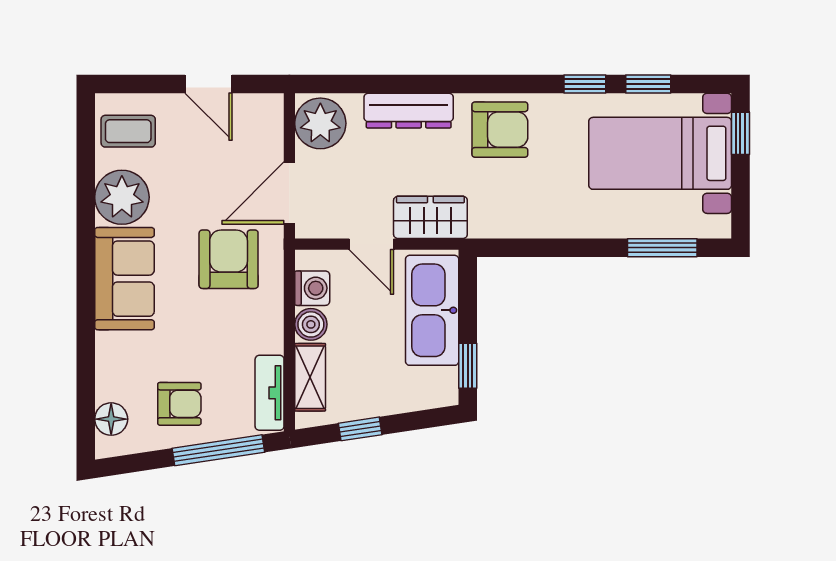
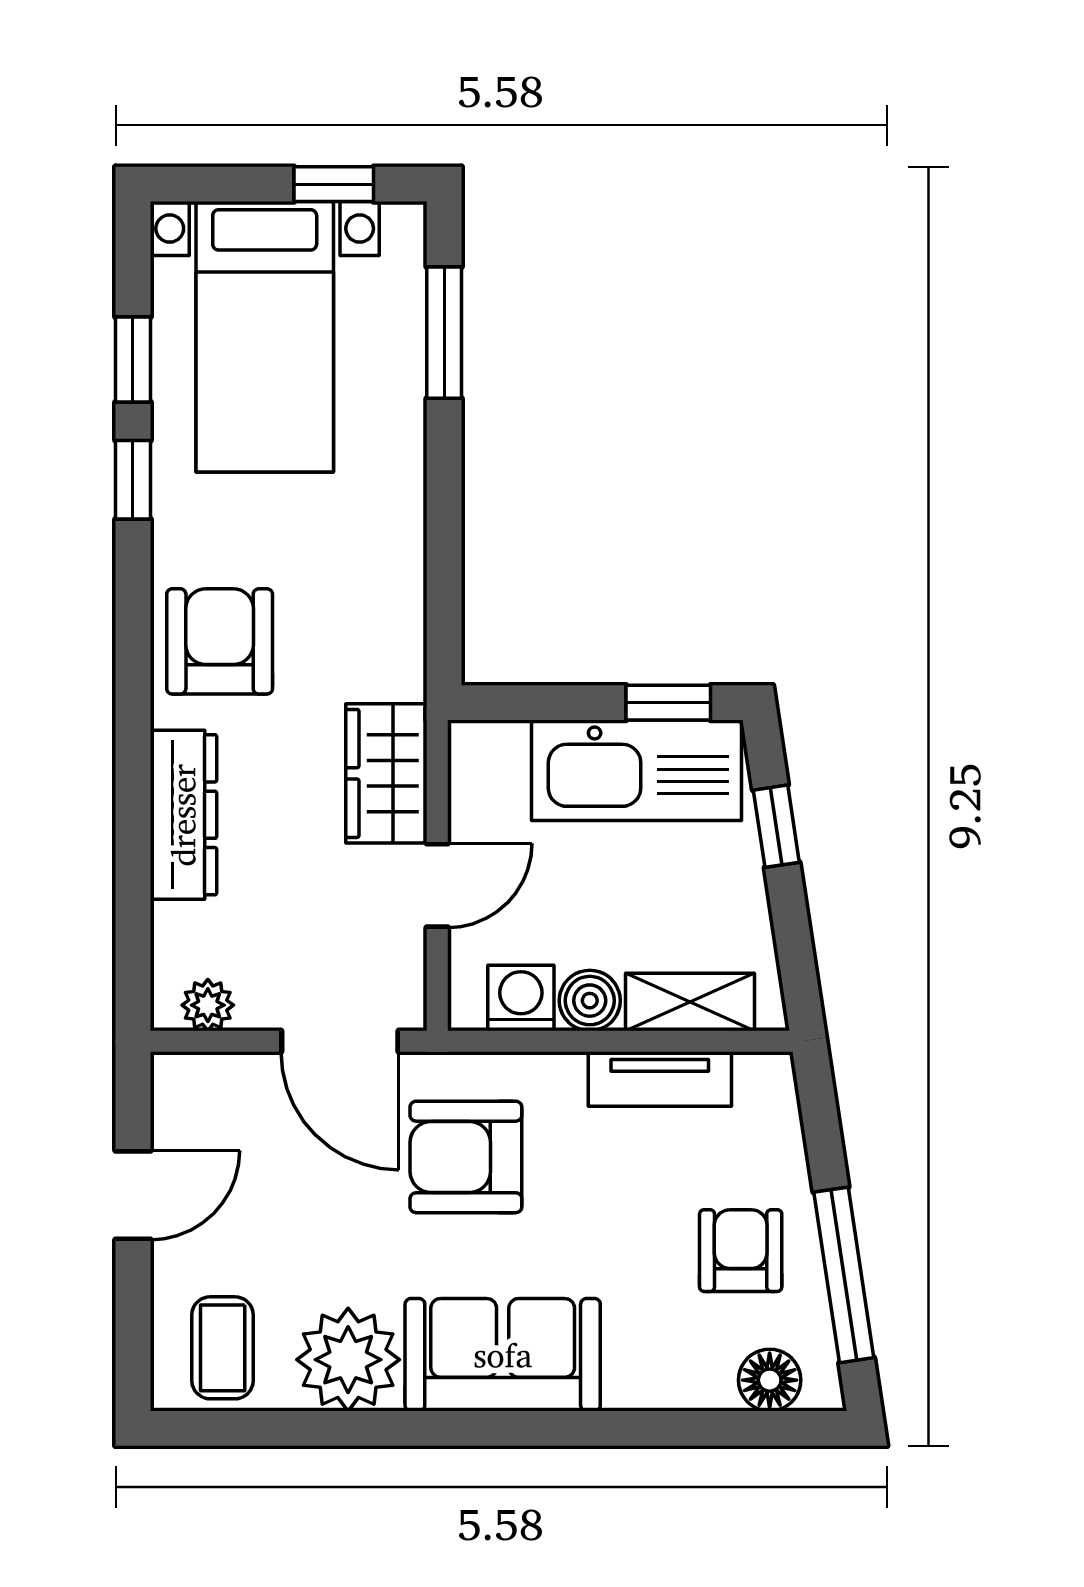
plant: (320, 123) -> (208, 1005), width x0.53, depth x0.53
window: (740, 133) -> (334, 184), moved
kitchen sink: (432, 310) -> (636, 770), moved
tv unit: (270, 393) -> (660, 1079), moved
window: (360, 429) -> (776, 826), moved
window: (218, 450) -> (844, 1275), moved

